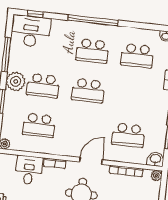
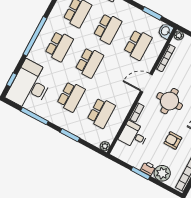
desk: (31, 31) -> (30, 86), width x1.36, depth x1.30
plant: (16, 81) -> (59, 117), removed
school desk: (133, 95) -> (108, 29), added
door: (91, 161) -> (146, 83), hinge flipped

